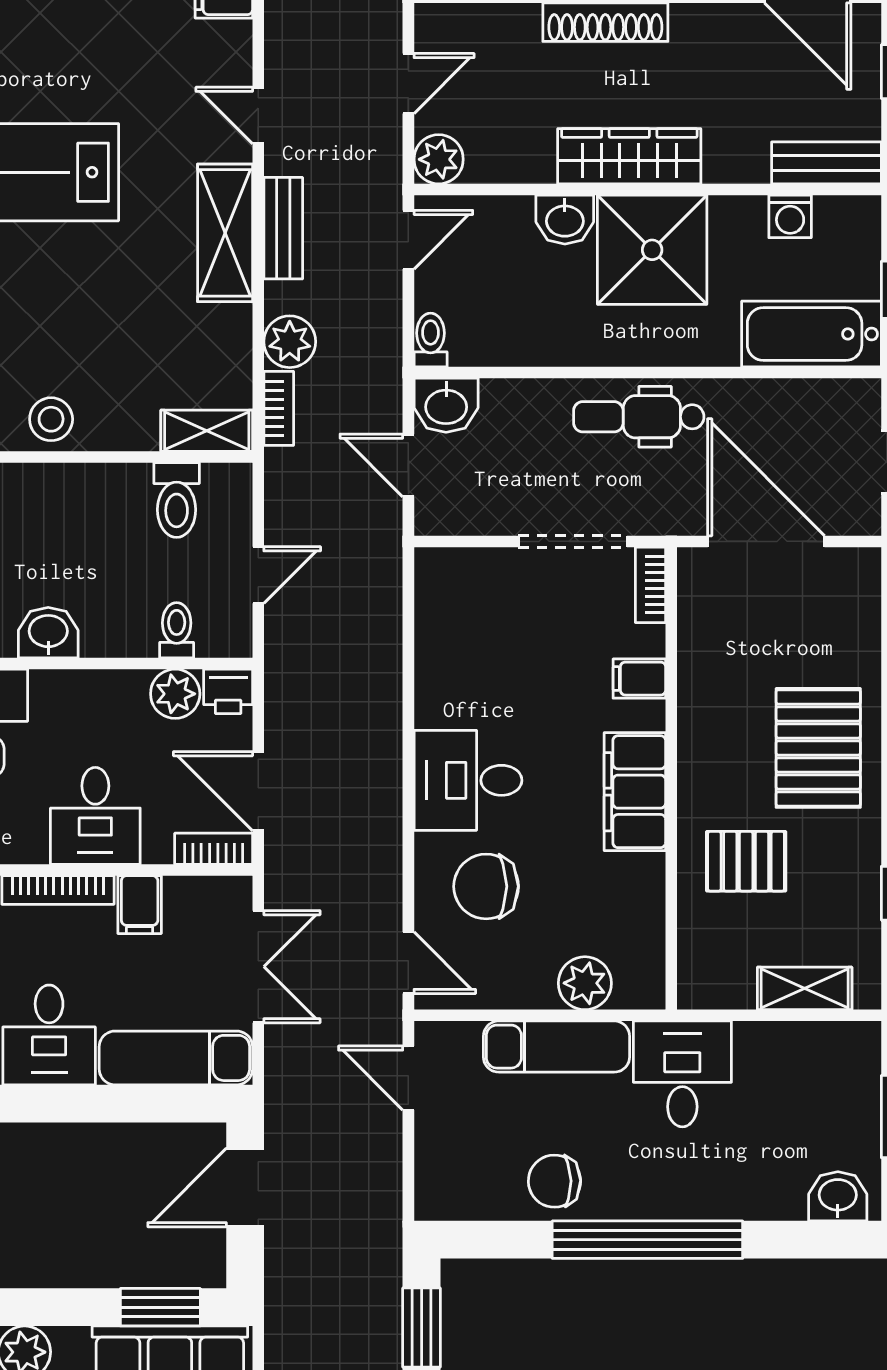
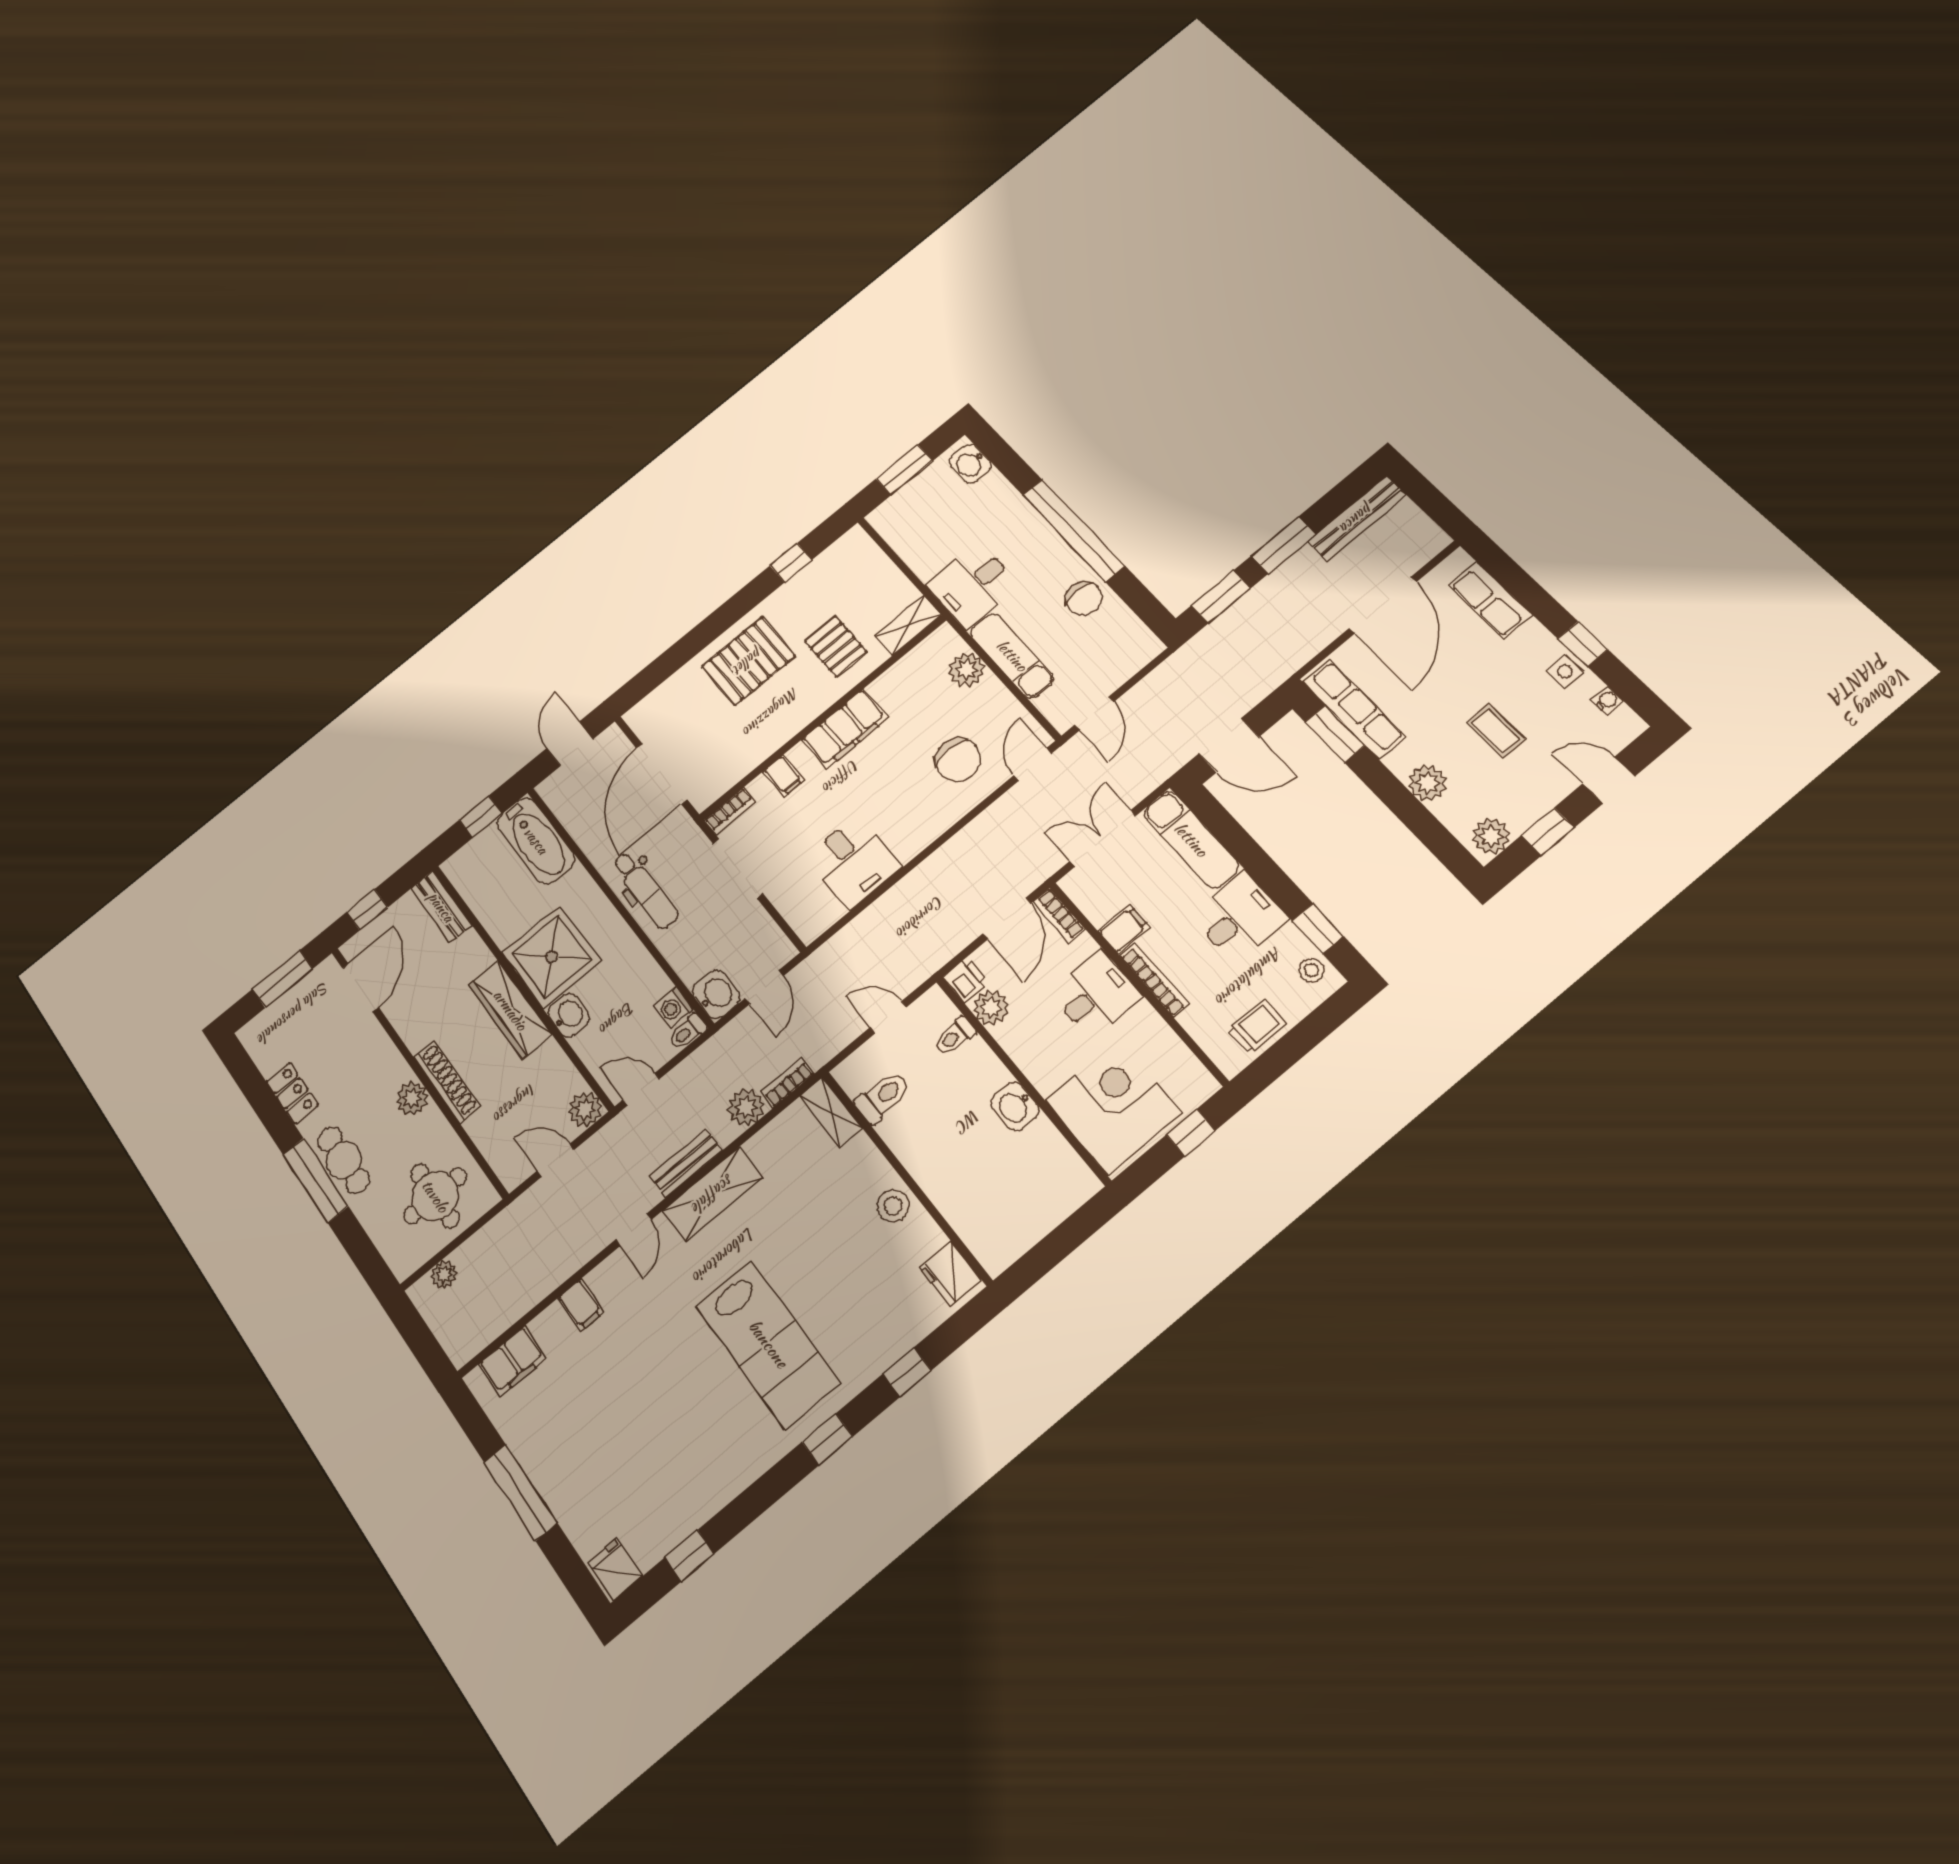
washing machine: (790, 216) -> (673, 1007), moved, turned 180
desk: (468, 780) -> (854, 862), moved
shelving: (805, 988) -> (908, 625), moved, turned 90

